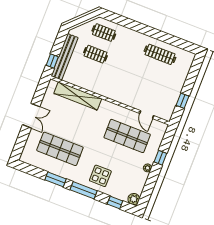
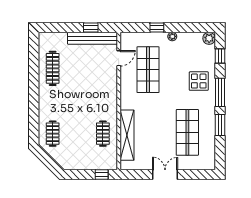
clothes rail: (95, 54) -> (103, 134), moved
bench: (65, 57) -> (93, 38), moved

